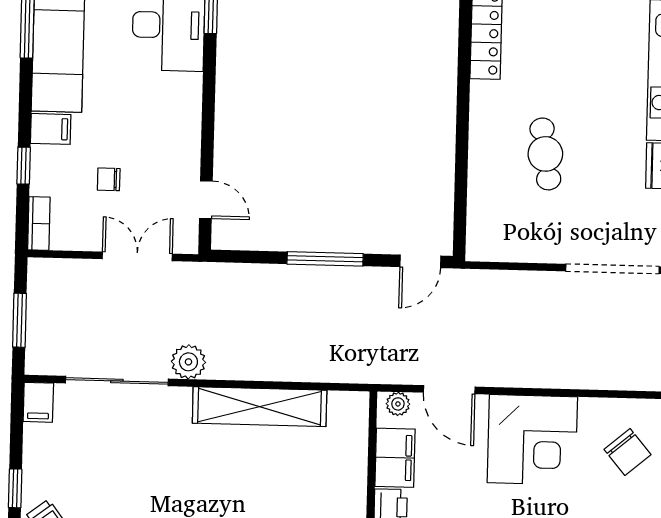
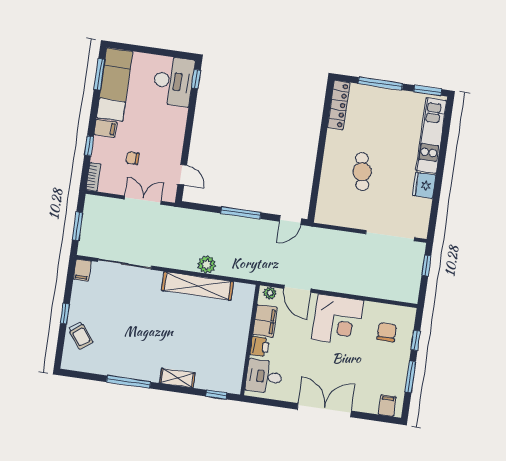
plant: (188, 362) -> (207, 265), moved
chair: (627, 452) -> (387, 332), turned -140

